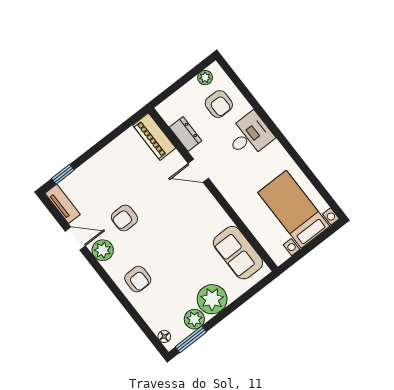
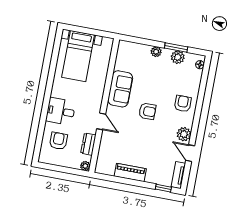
plant: (205, 78) -> (85, 166), moved
piano: (154, 137) -> (130, 172), moved, turned -90
armchair: (124, 218) -> (147, 111), moved
sofa: (238, 253) -> (120, 89), moved
plant: (212, 299) -> (156, 52), width x0.53, depth x0.53
window: (191, 339) -> (176, 47), moved

